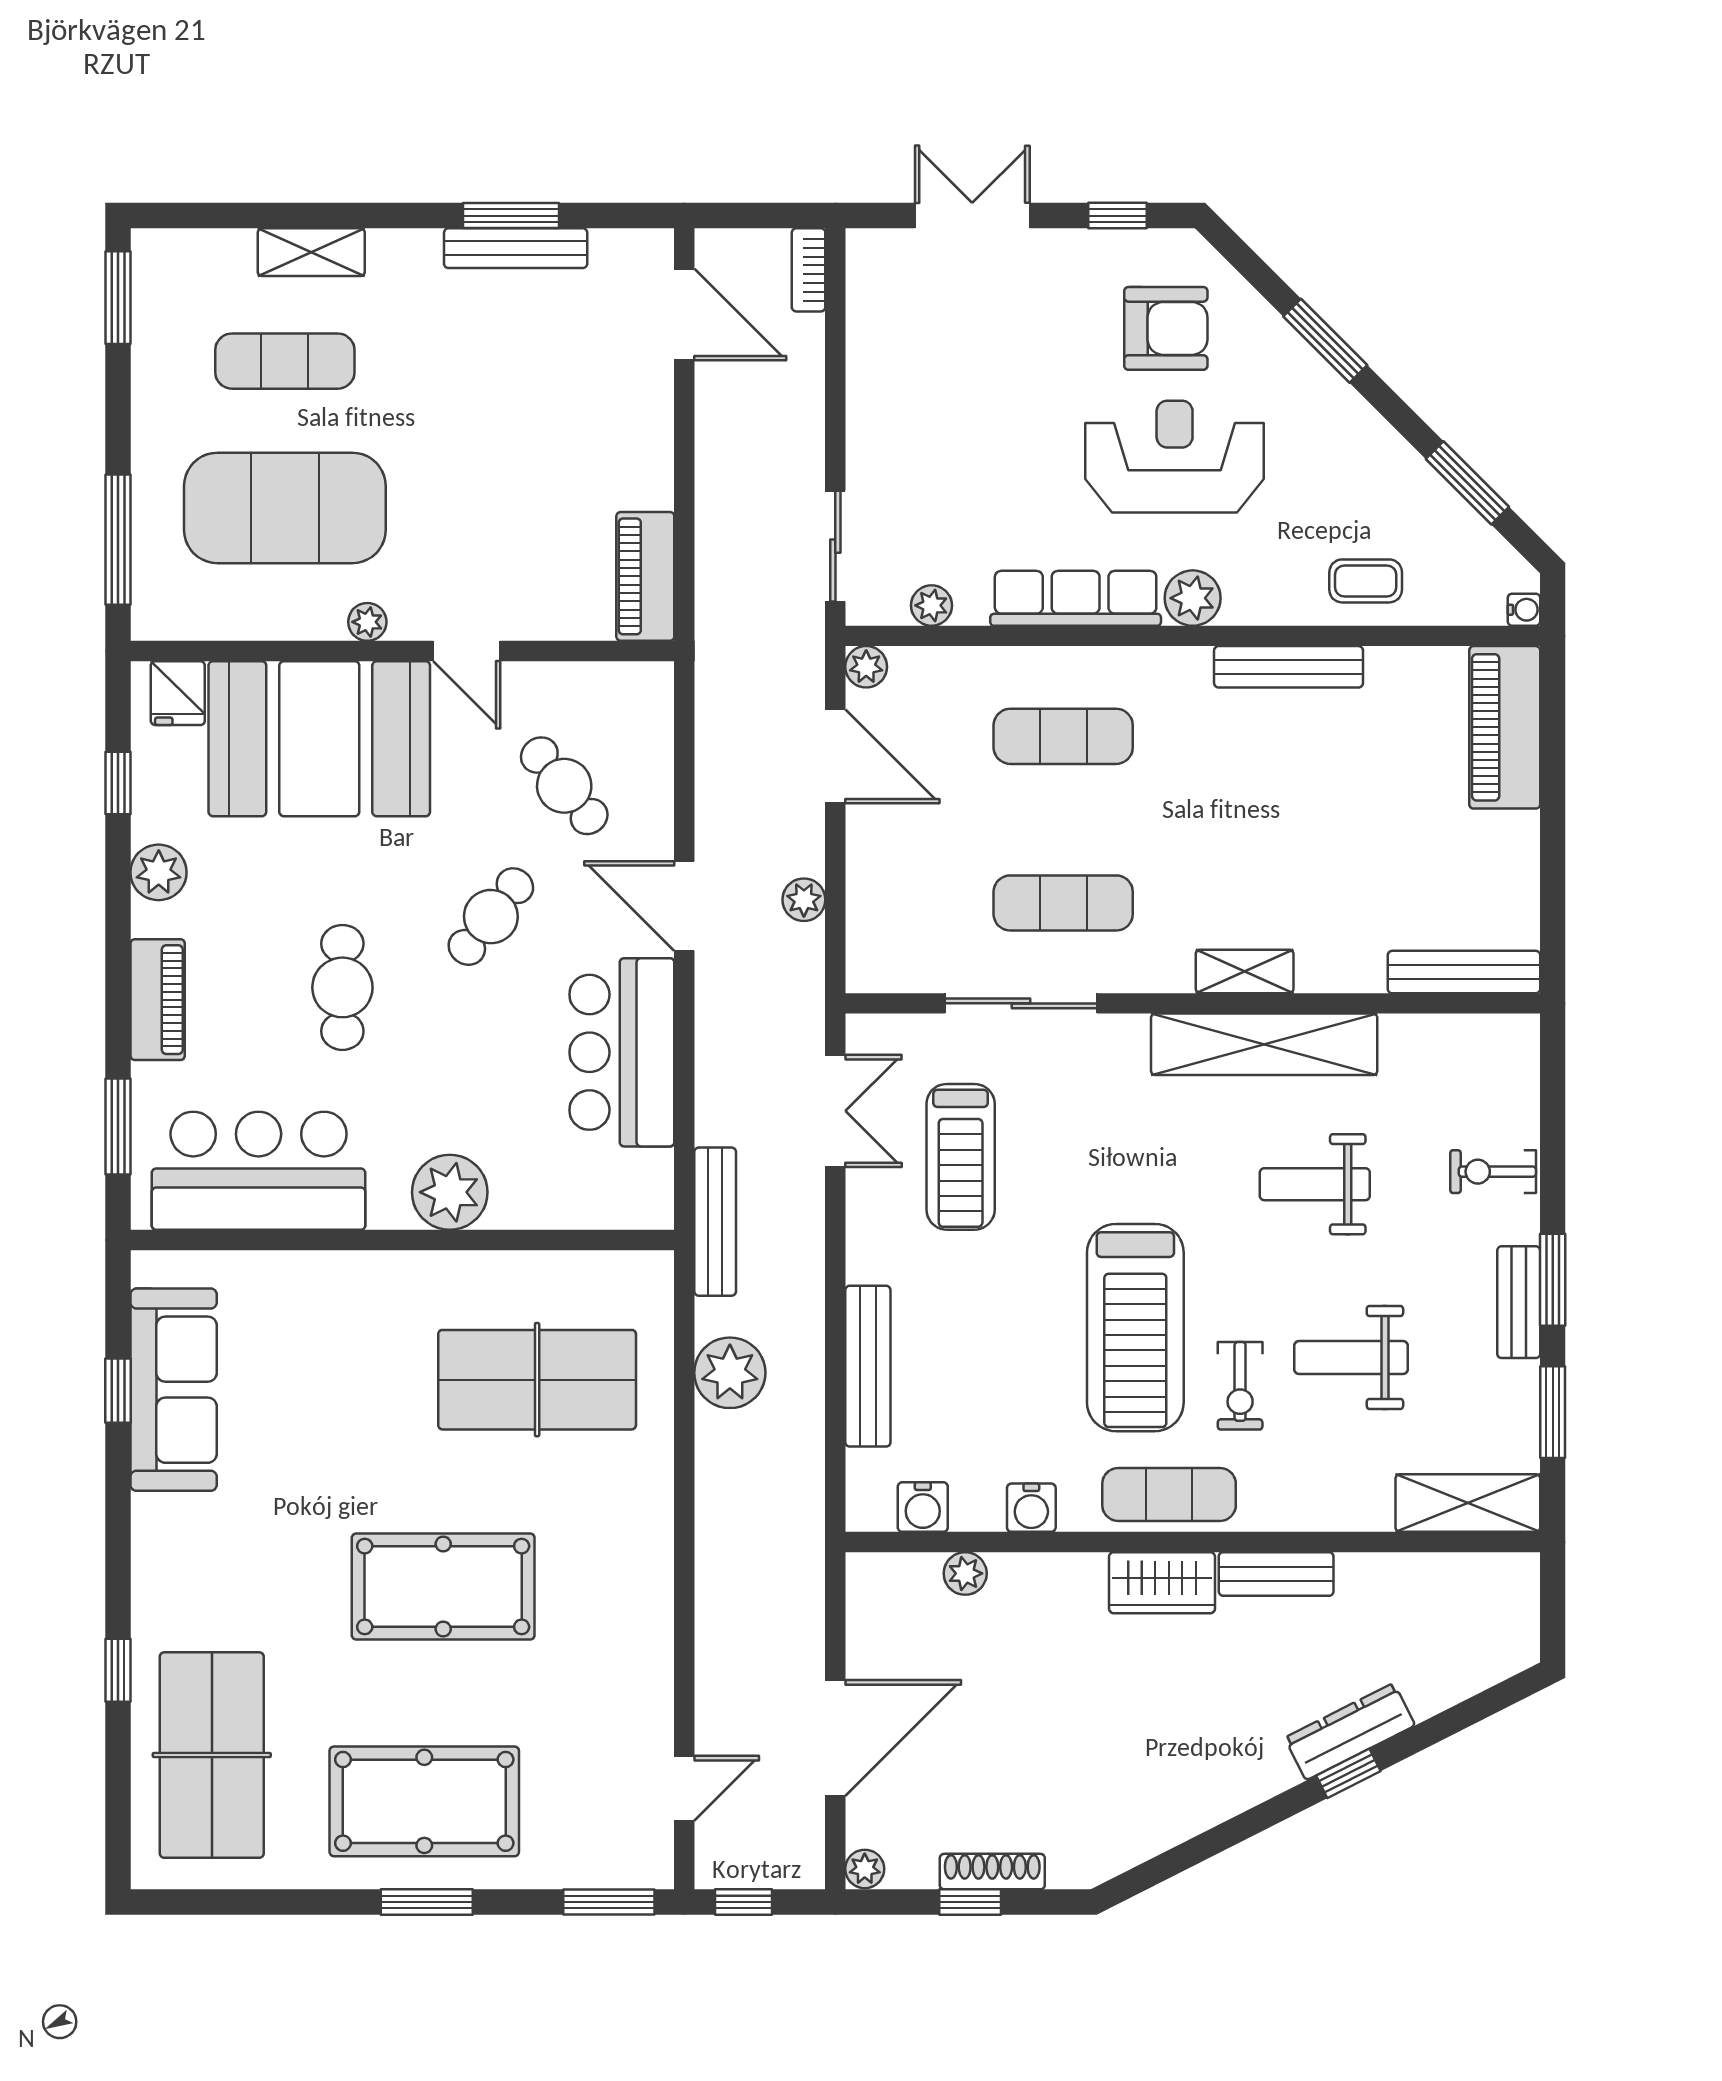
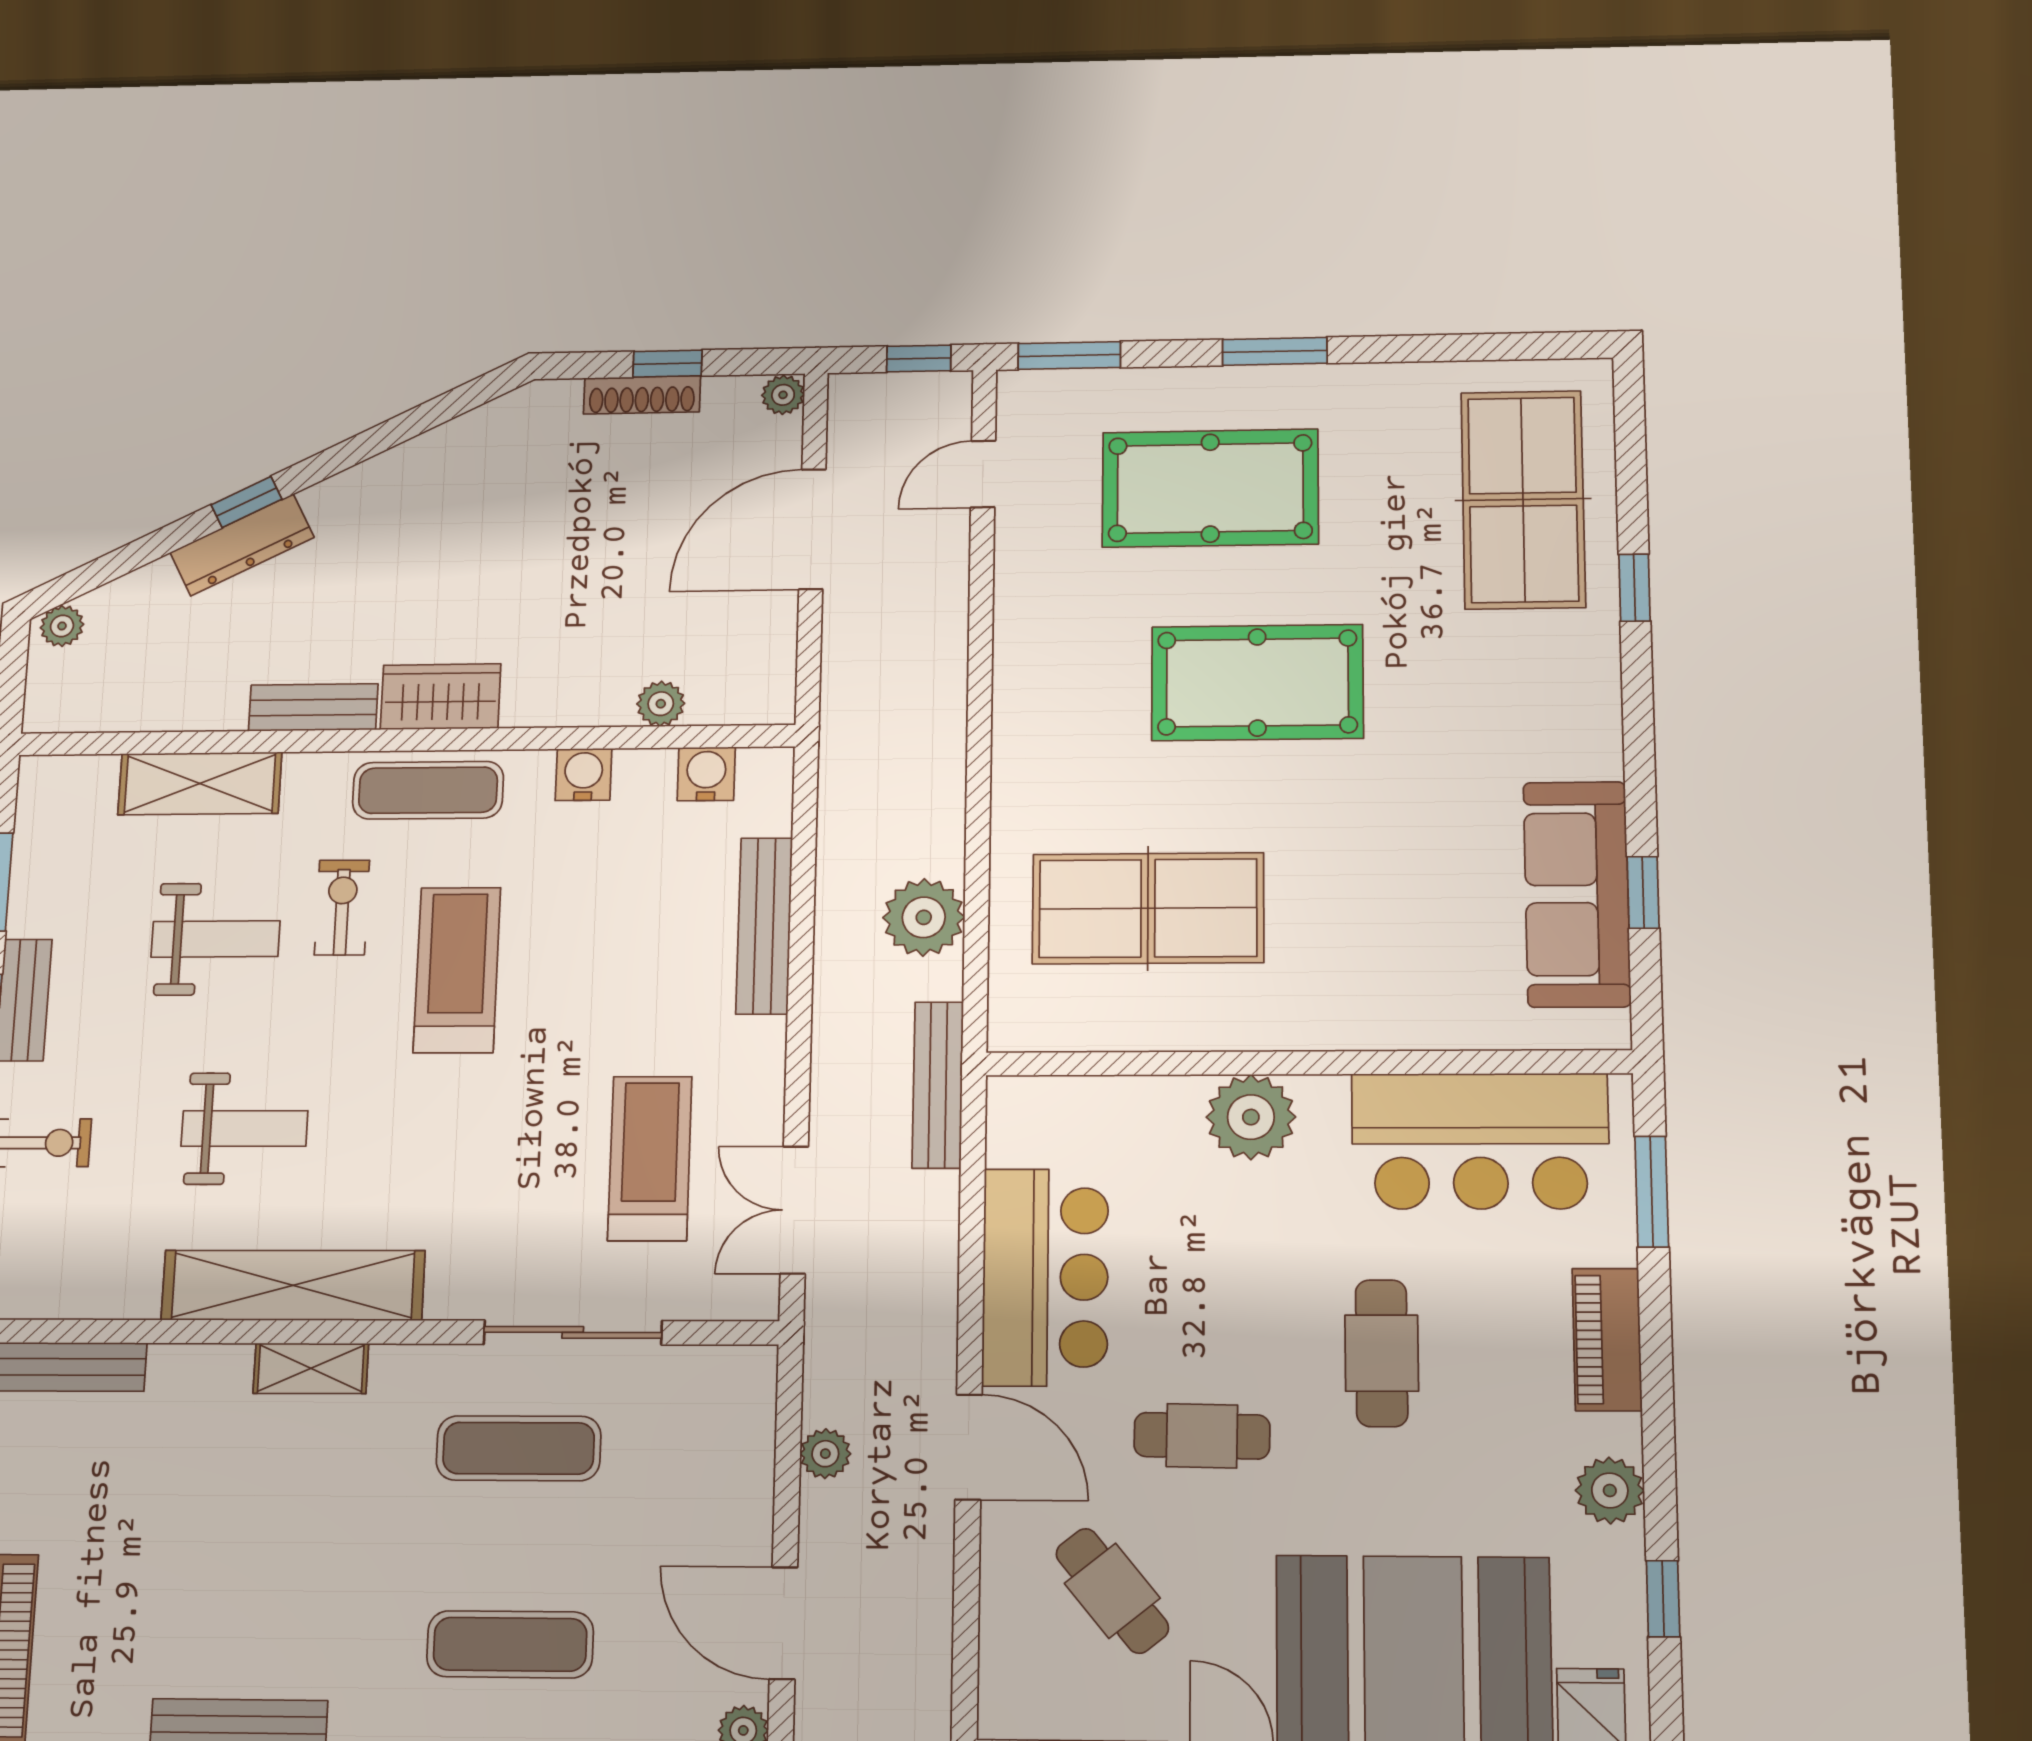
cafe table: (491, 917) -> (1202, 1436), turned 53
treadmill: (1135, 1328) -> (457, 970), width x0.73, depth x0.73
shelving: (1468, 1503) -> (200, 783), moved
plant: (1510, 1655) -> (62, 626), added
pool table: (424, 1801) -> (1210, 488), moved

